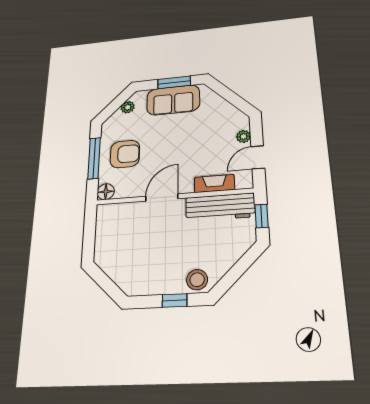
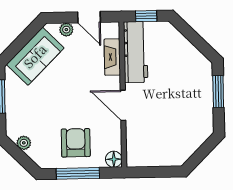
sofa: (173, 100) -> (35, 56), moved, turned 45
stool: (197, 280) -> (201, 72), removed
window: (175, 300) -> (218, 92), width x1.50

